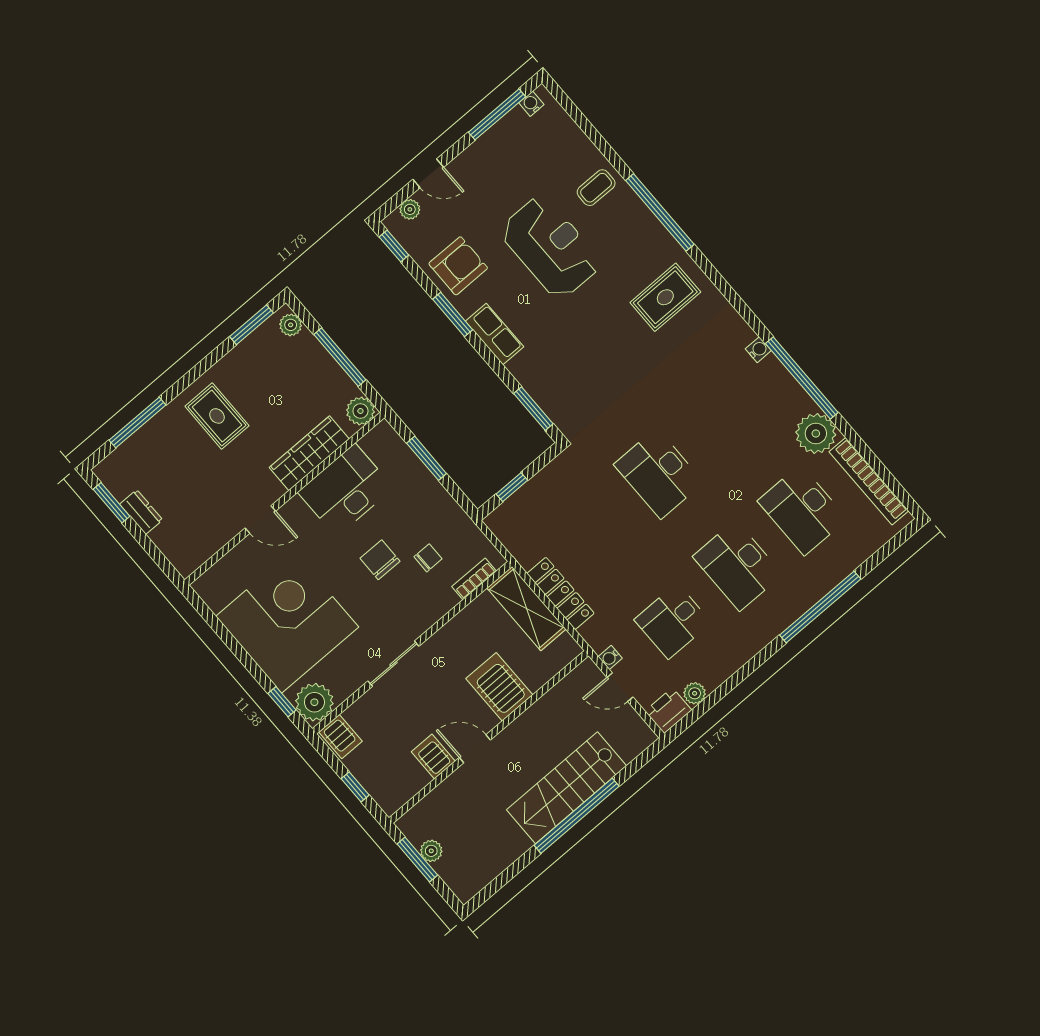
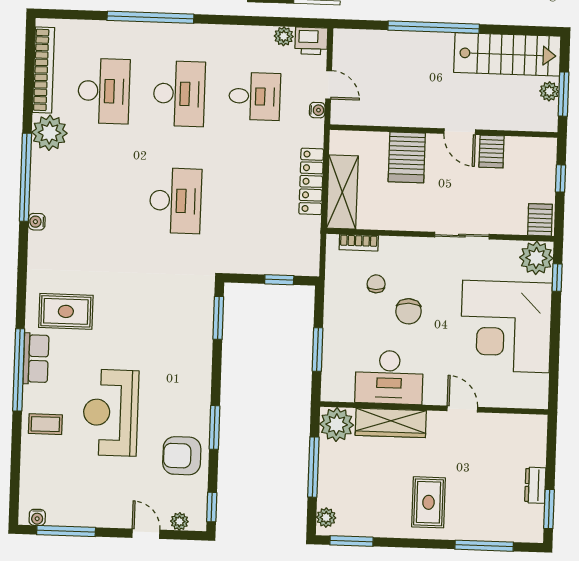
row of seats: (495, 334) -> (36, 359), moved, turned 180
plant: (360, 411) -> (337, 424), width x1.36, depth x1.36
chair: (428, 558) -> (376, 284), turned 90
stairs: (566, 788) -> (507, 54), moved

